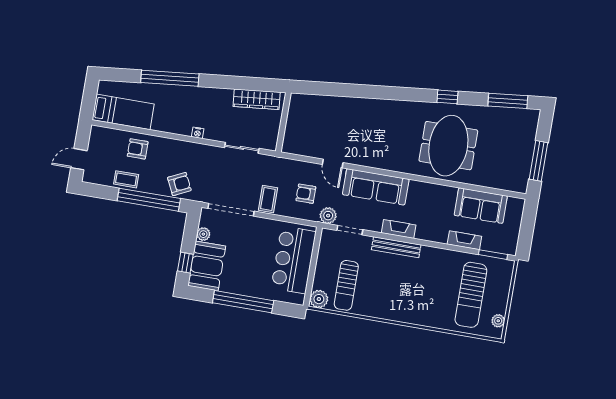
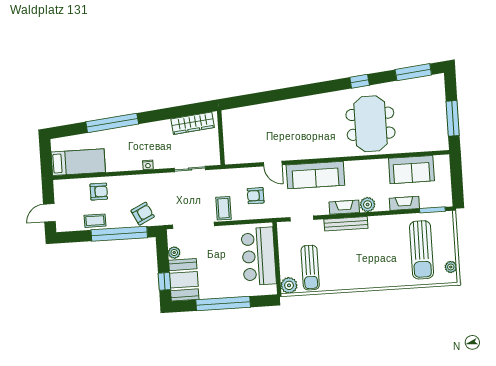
armchair: (138, 149) -> (99, 192), turned 180
plant: (328, 216) -> (368, 205), moved

